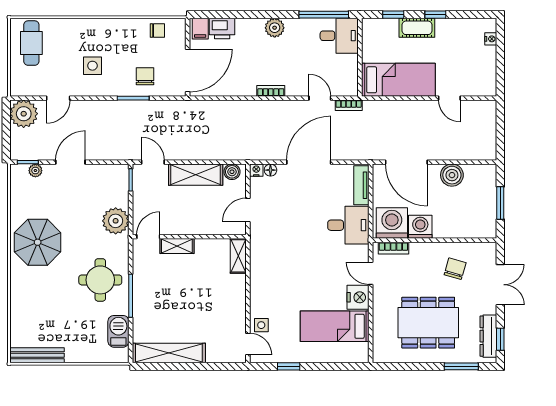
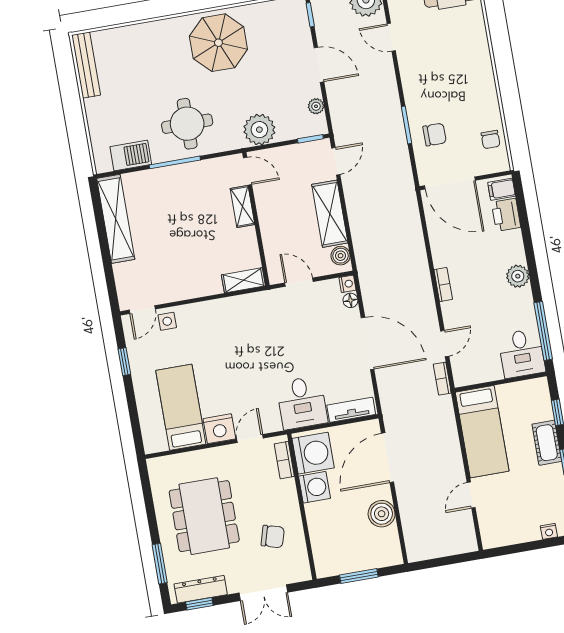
side table: (92, 66) -> (436, 71), removed
plant: (35, 171) -> (316, 106), moved

